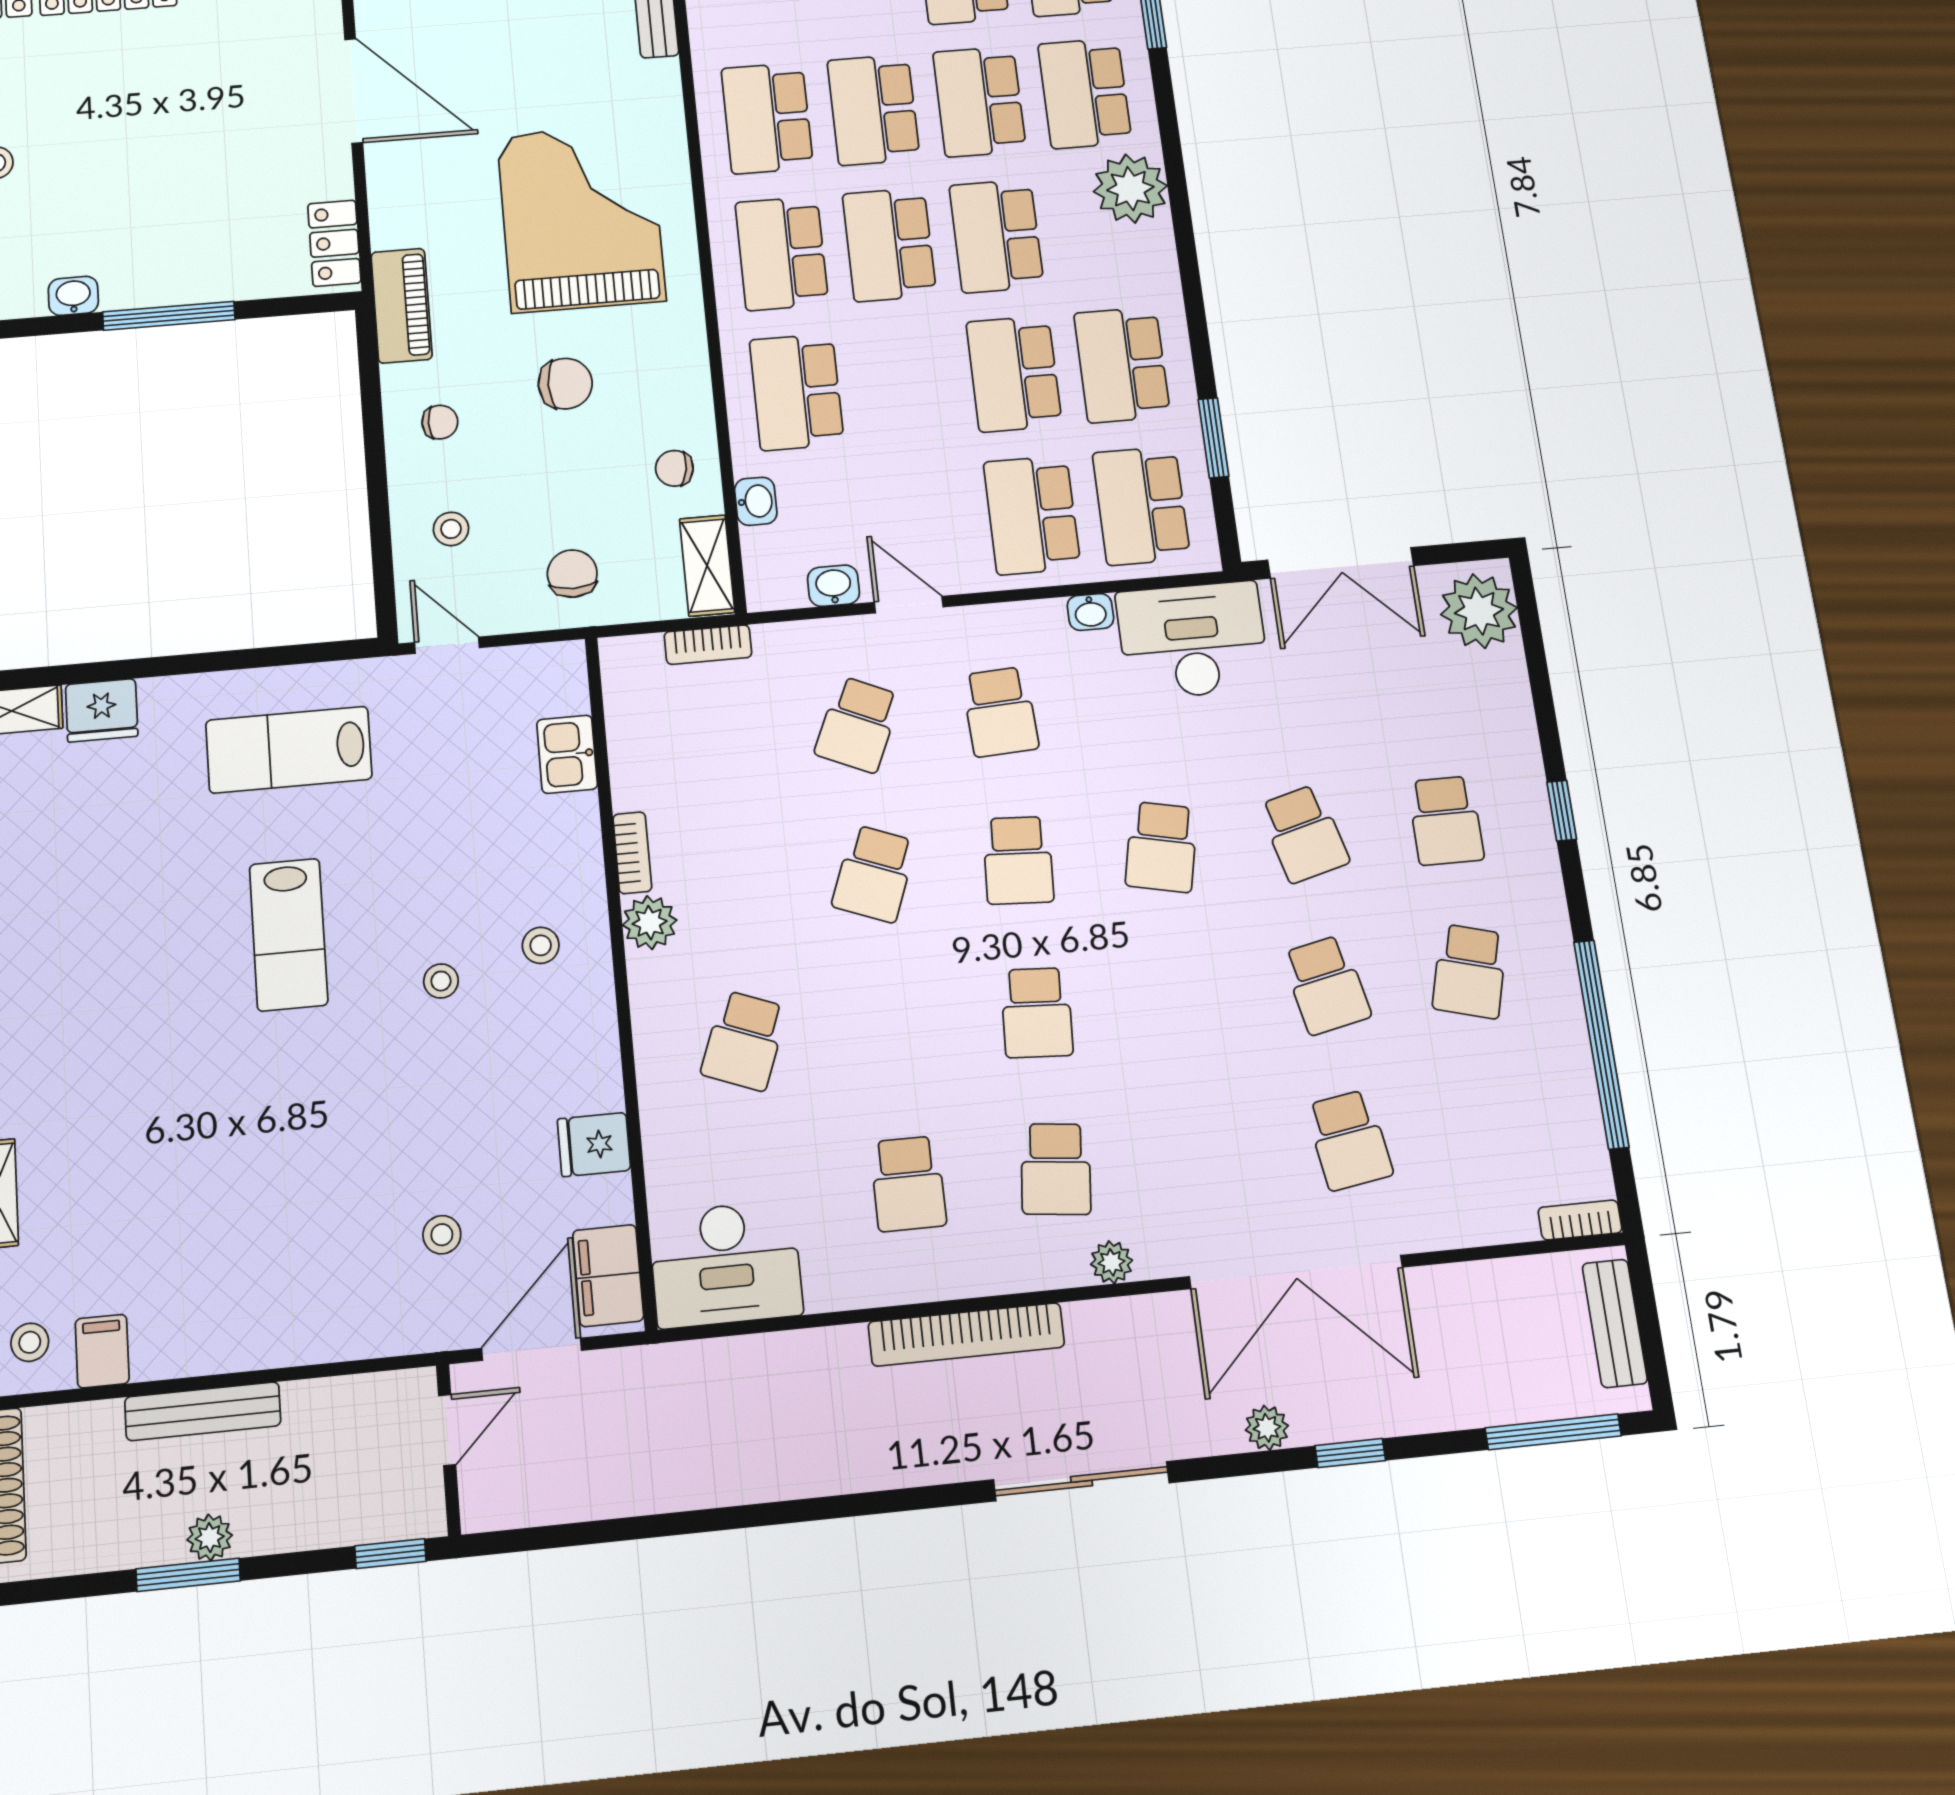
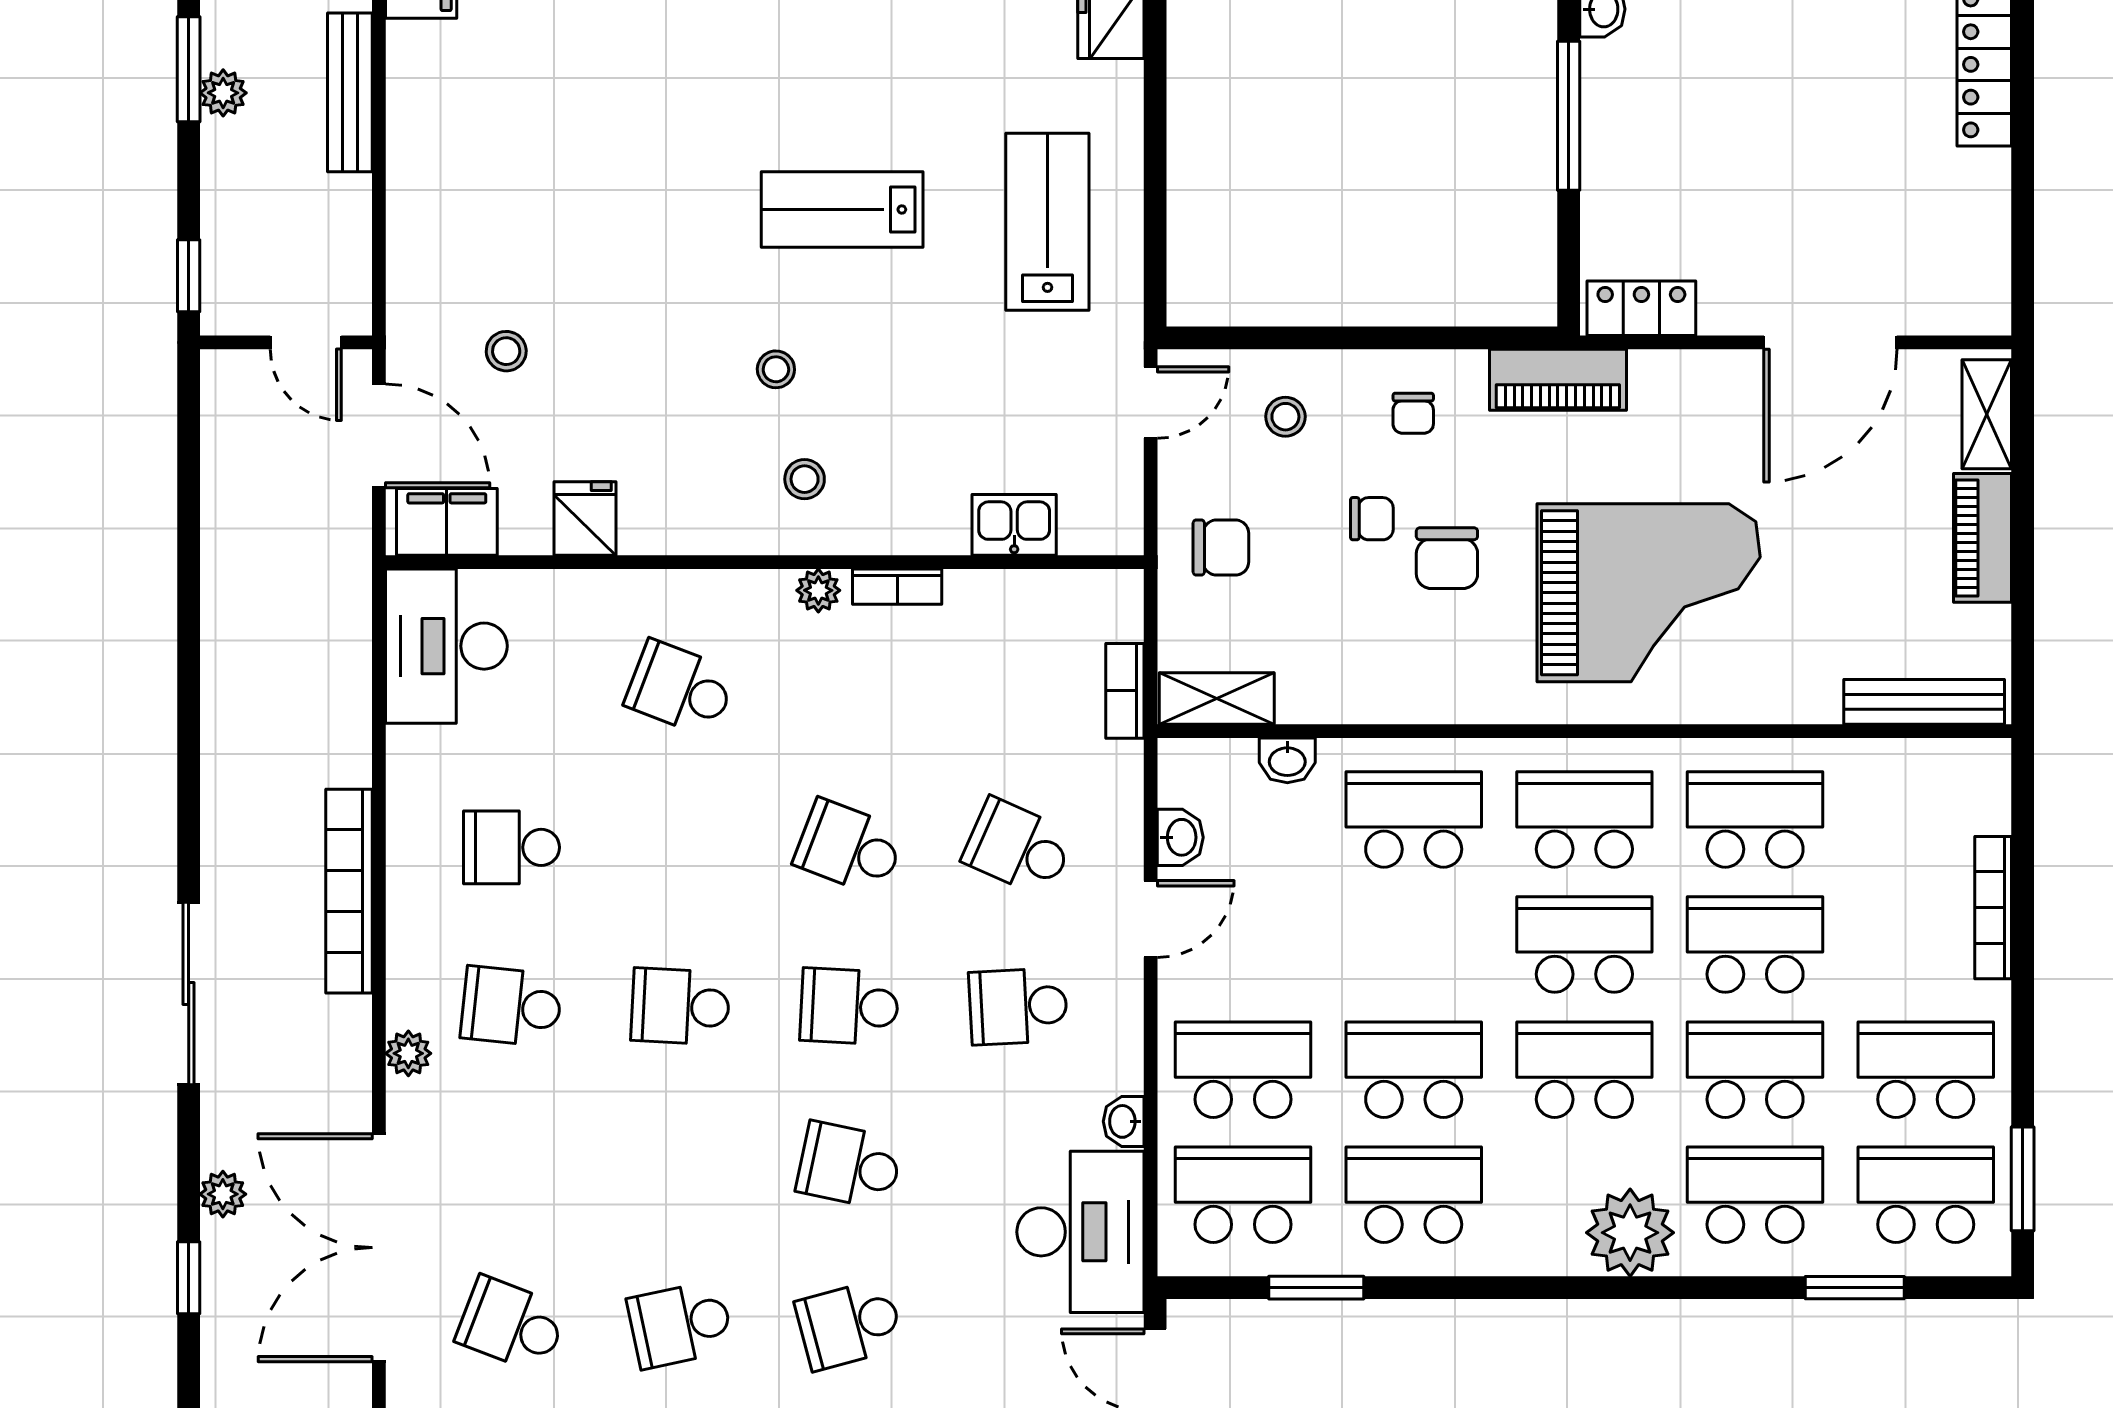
chair: (674, 468) -> (1372, 519), moved, turned 81
plant: (650, 923) -> (818, 590), width x0.73, depth x0.73
school desk: (1349, 1140) -> (511, 1325), turned 30

